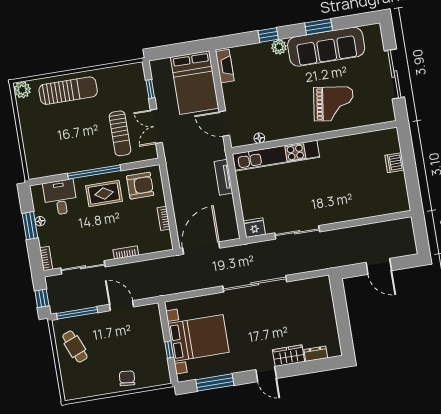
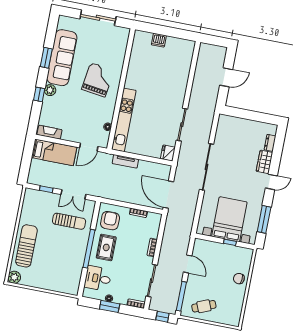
bed: (195, 83) -> (54, 152), width x0.67
grand piano: (334, 104) -> (98, 80), moved
door: (122, 306) -> (188, 264), swing flipped

